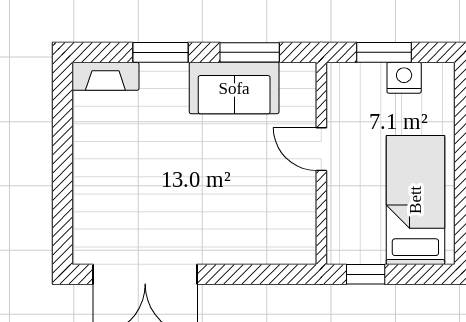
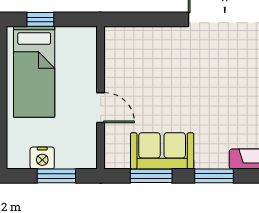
window: (366, 274) -> (40, 19), moved

